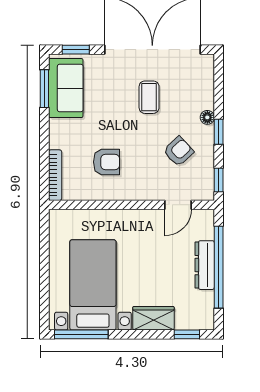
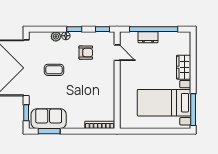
plant: (206, 100) -> (56, 36), added
armchair: (179, 151) -> (86, 53), turned 133
armchair: (107, 162) -> (92, 95), removed
dresser: (205, 265) -> (148, 37), width x0.70
window: (187, 334) -> (193, 48), removed

